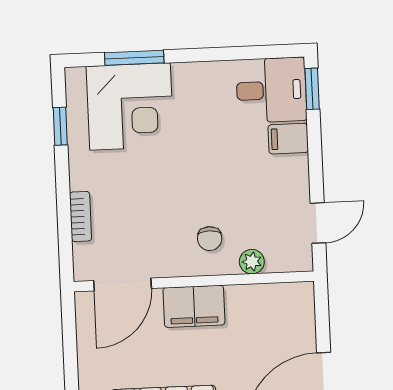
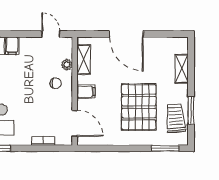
shelving: (265, 298) -> (84, 59), added
filing cabinet: (194, 306) -> (86, 92), width x0.50

